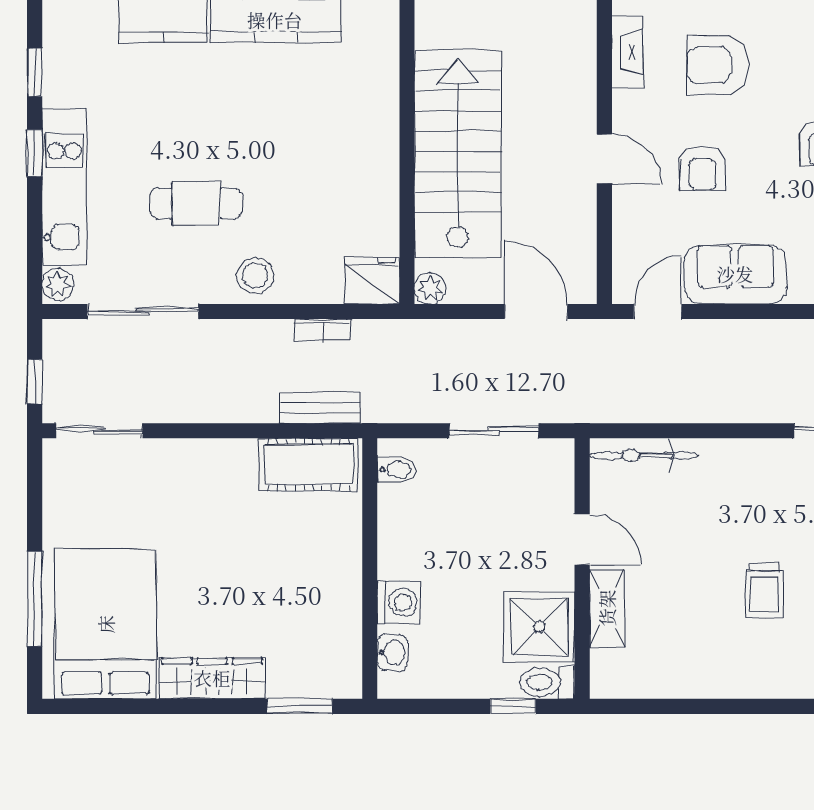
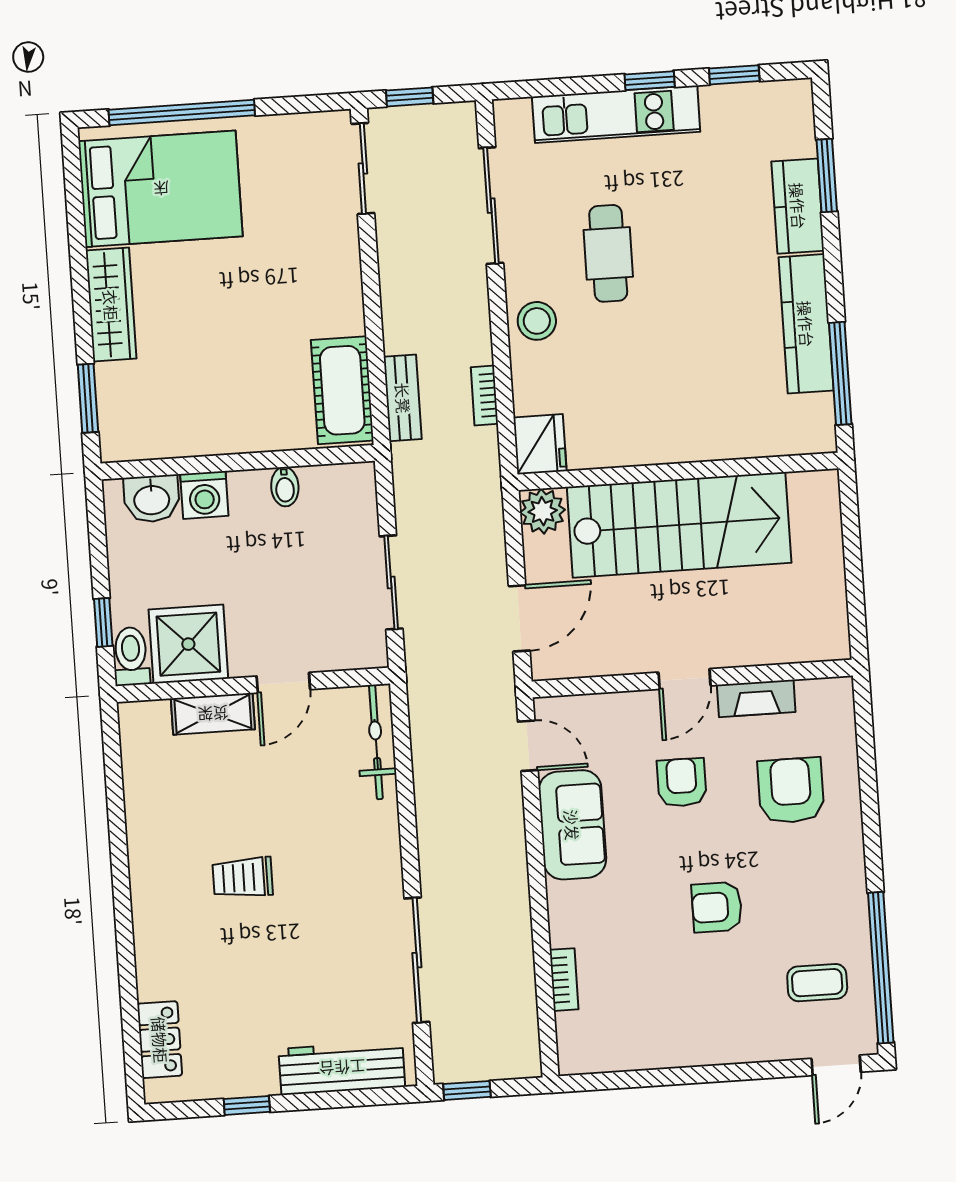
fireplace: (627, 52) -> (756, 698), moved
armchair: (702, 168) -> (682, 783), turned 90
plant: (58, 284) -> (513, 114), removed
plant: (430, 288) -> (543, 511), width x1.38, depth x1.38
bidet: (396, 470) -> (285, 487), moved
window: (35, 599) -> (182, 112), width x1.46
washbasin: (392, 652) -> (152, 499), width x1.38, depth x1.45

